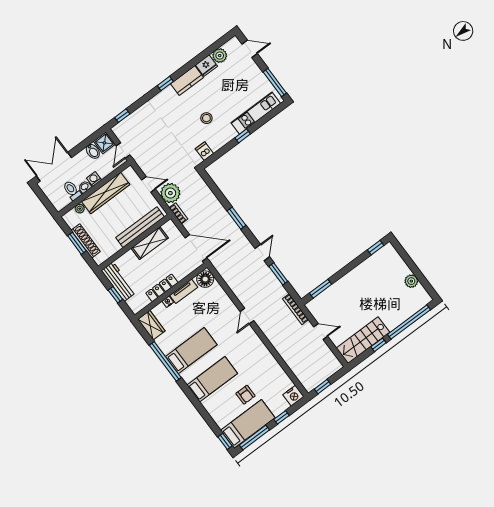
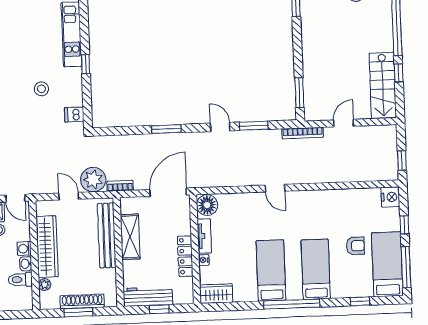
door: (148, 184) -> (69, 196), hinge flipped
window: (165, 361) -> (292, 304), moved
window: (225, 441) -> (360, 301), moved

